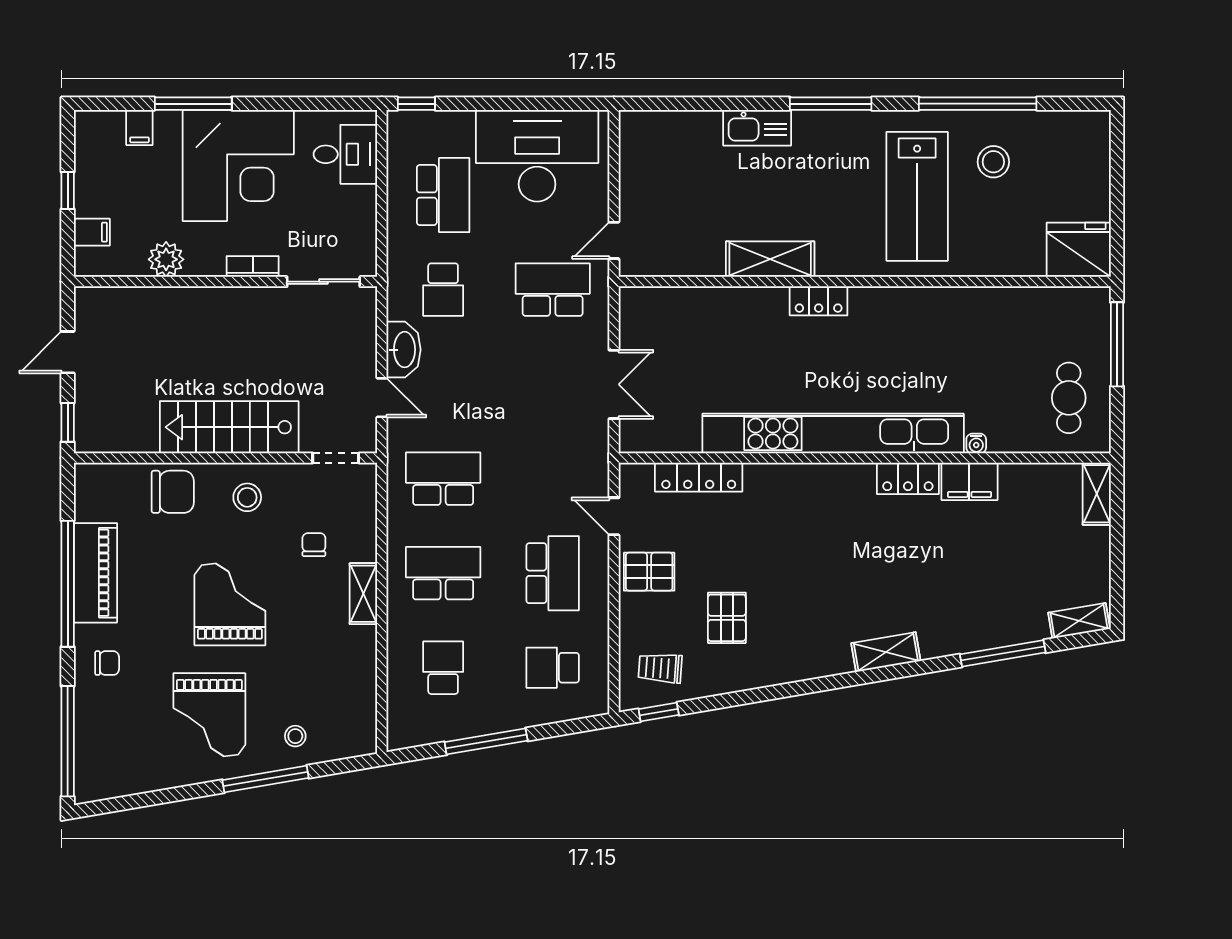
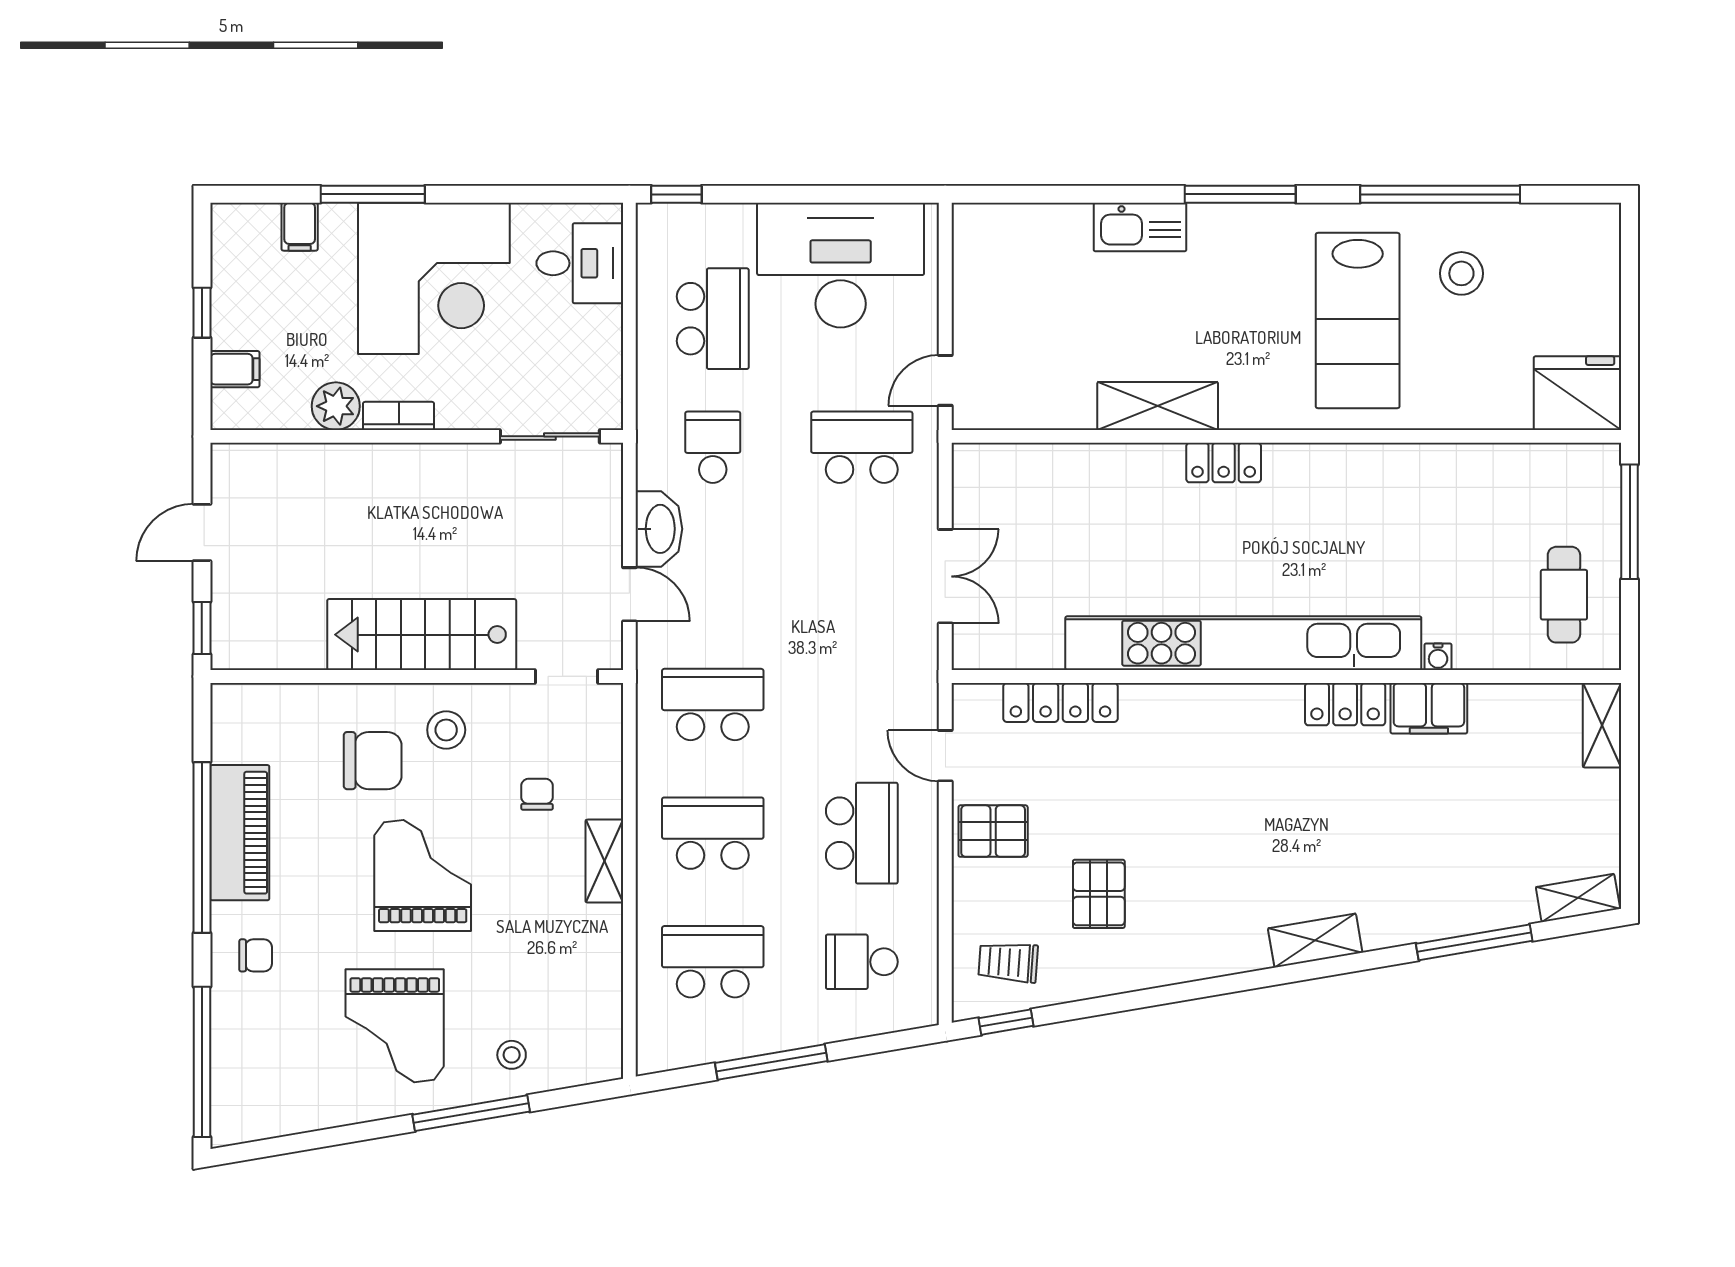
bookcase: (253, 267) -> (399, 416), moved
school desk: (443, 290) -> (713, 447), turned 180
chair: (173, 492) -> (373, 761), moved
school desk: (443, 668) -> (713, 962), width x1.85

